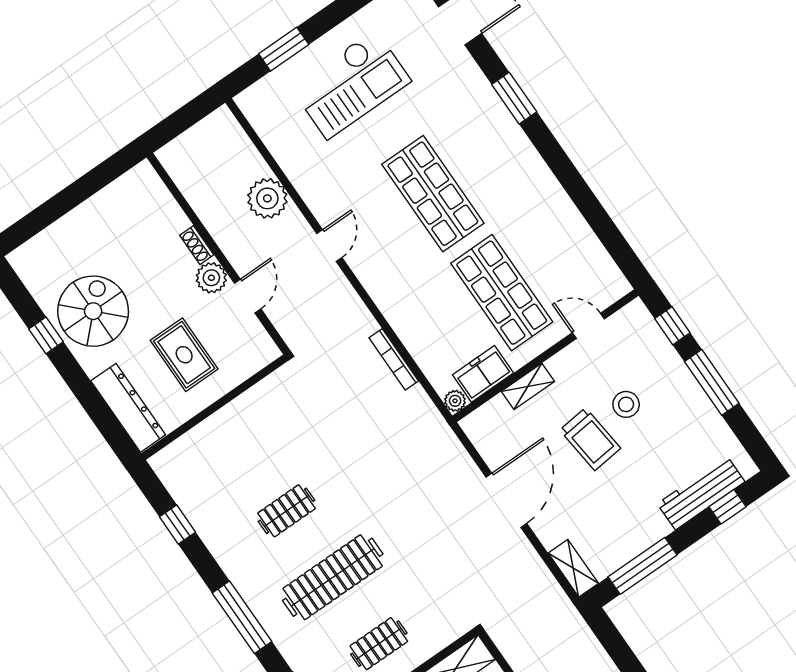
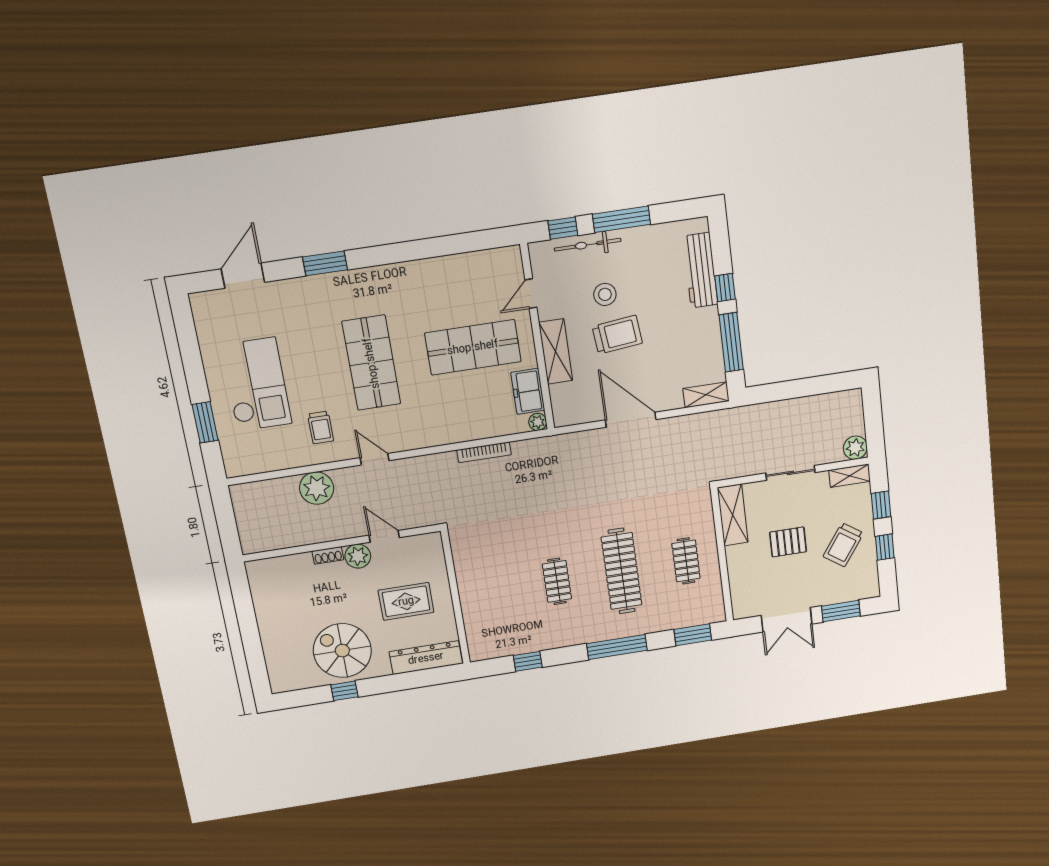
trolley: (337, 172) -> (321, 427), added
shop shelf: (433, 194) -> (371, 363), turned 90
bicycle: (668, 360) -> (588, 245), added
shelving: (528, 386) -> (556, 351), width x1.50, depth x1.33
window: (727, 507) -> (725, 288), moved

